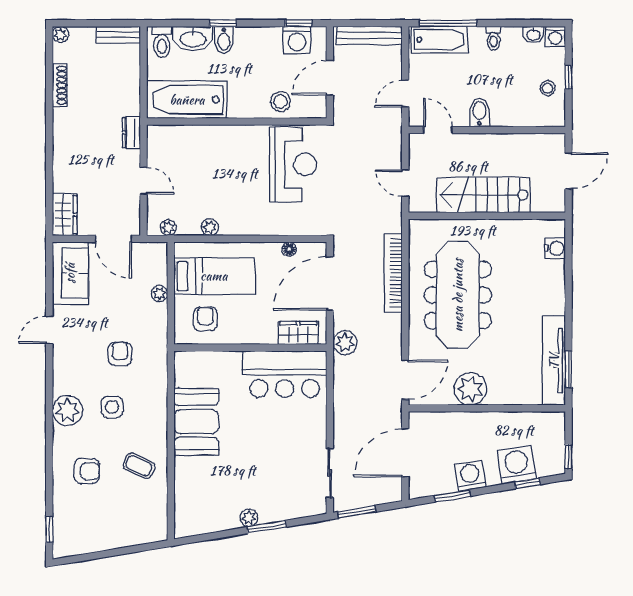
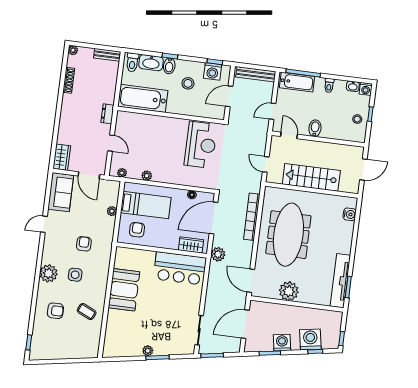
stool: (280, 102) -> (188, 83), moved
door: (405, 380) -> (251, 281), swing flipped

